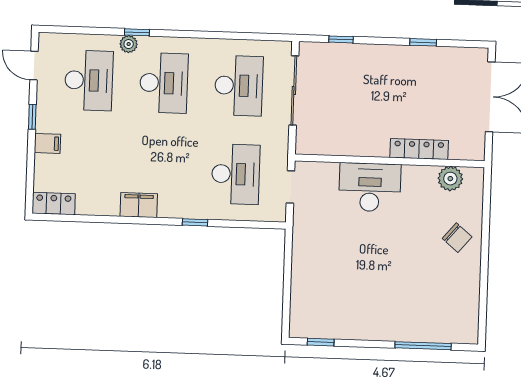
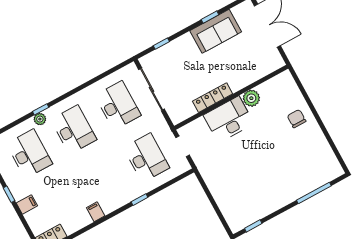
sofa: (420, 65) -> (216, 31), added
locker: (419, 149) -> (213, 98), moved
plant: (450, 179) -> (251, 98), moved
filing cabinet: (139, 205) -> (96, 212), width x0.50
chair: (457, 238) -> (297, 119), turned -130

